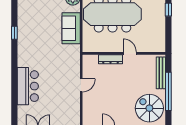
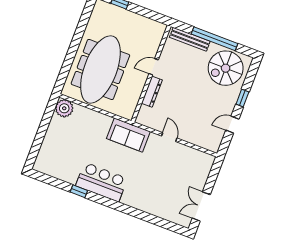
sofa: (71, 28) -> (128, 135), moved
bar counter: (28, 86) -> (102, 182), moved

